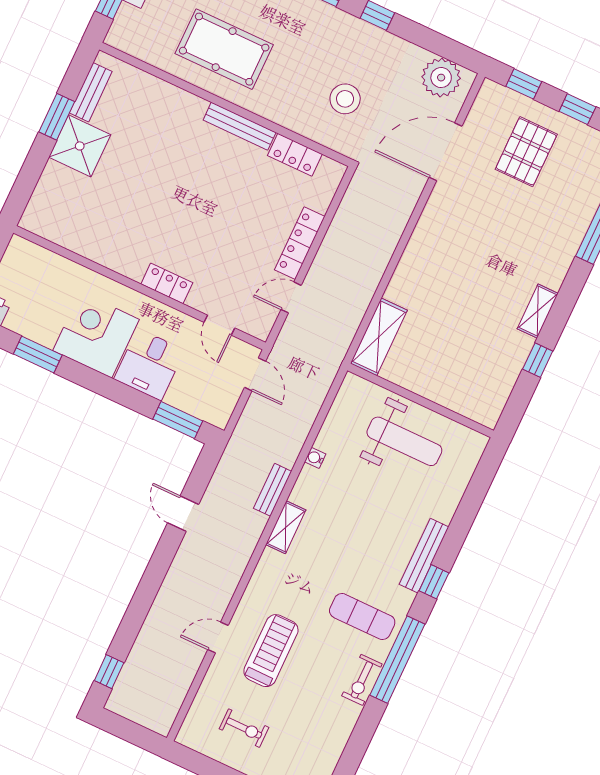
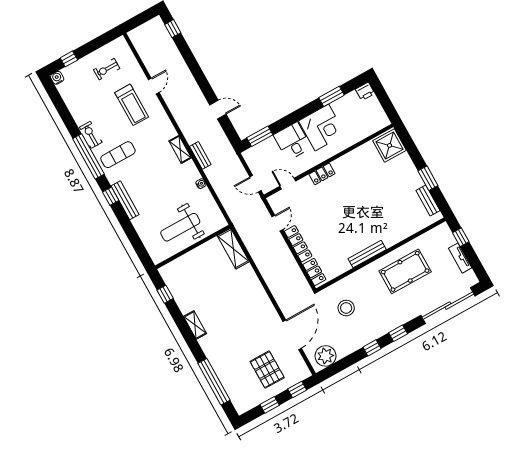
shower: (80, 146) -> (390, 145), moved
locker: (295, 155) -> (314, 272), moved, turned 90
window: (538, 360) -> (165, 294), moved

